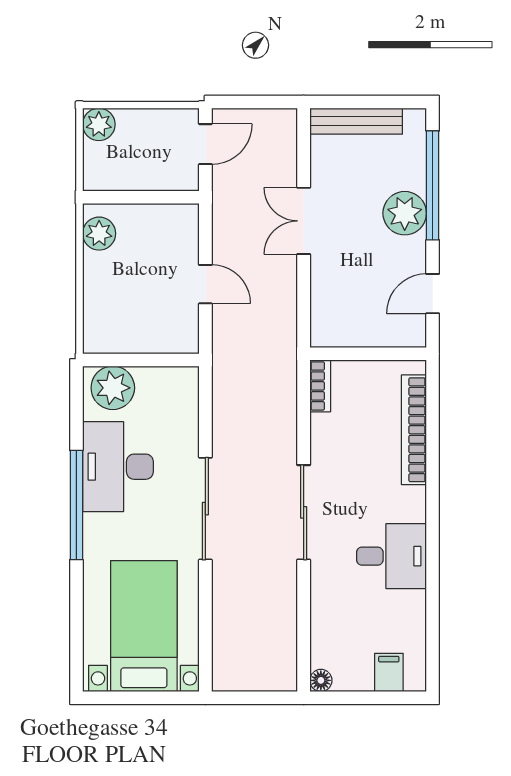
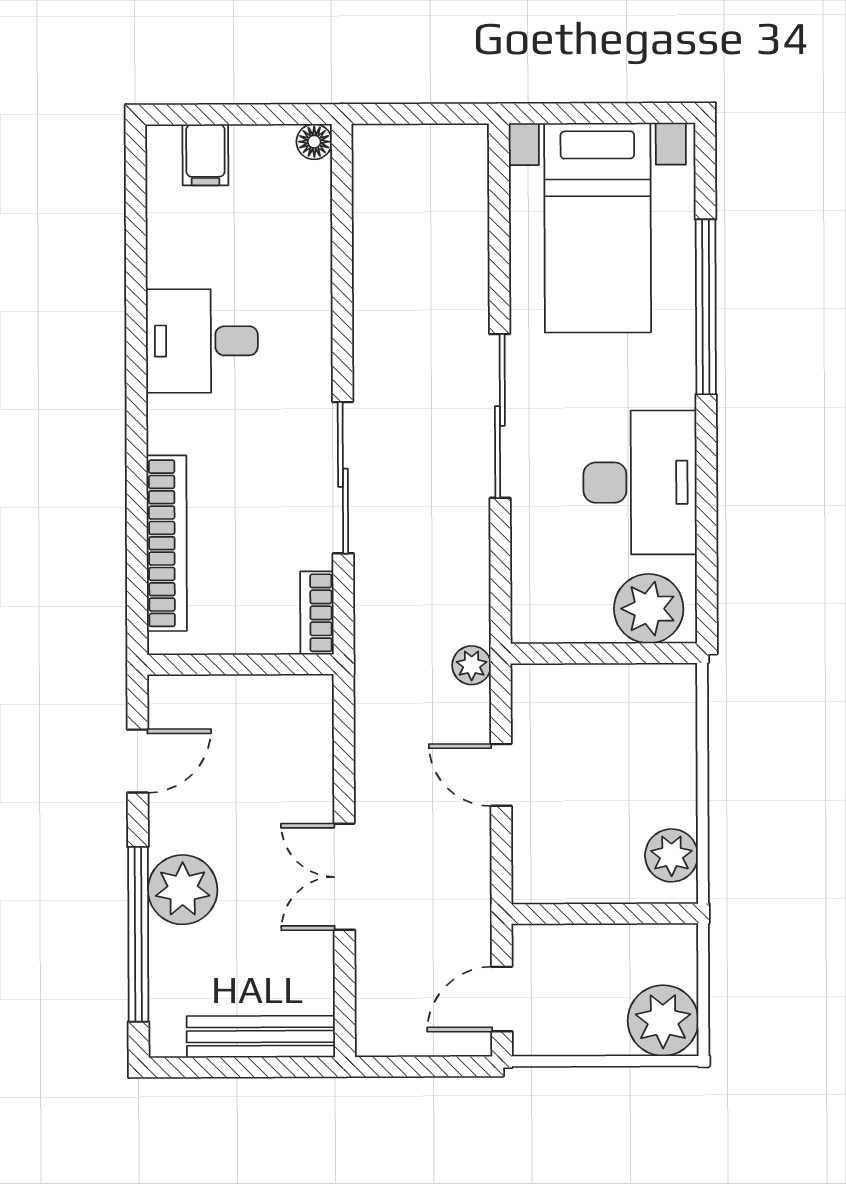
plant: (99, 124) -> (663, 1021), width x1.36, depth x1.36
double door: (304, 221) -> (344, 877), swing flipped
plant: (224, 353) -> (472, 665), added
window: (76, 505) -> (706, 307), moved
sliding door: (304, 512) -> (343, 478), moved

